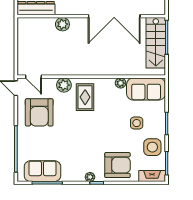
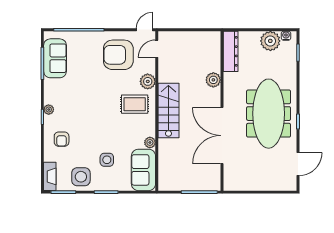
stairs: (156, 43) -> (168, 111), moved, turned 90
armchair: (117, 165) -> (62, 139), width x0.53, depth x0.53

